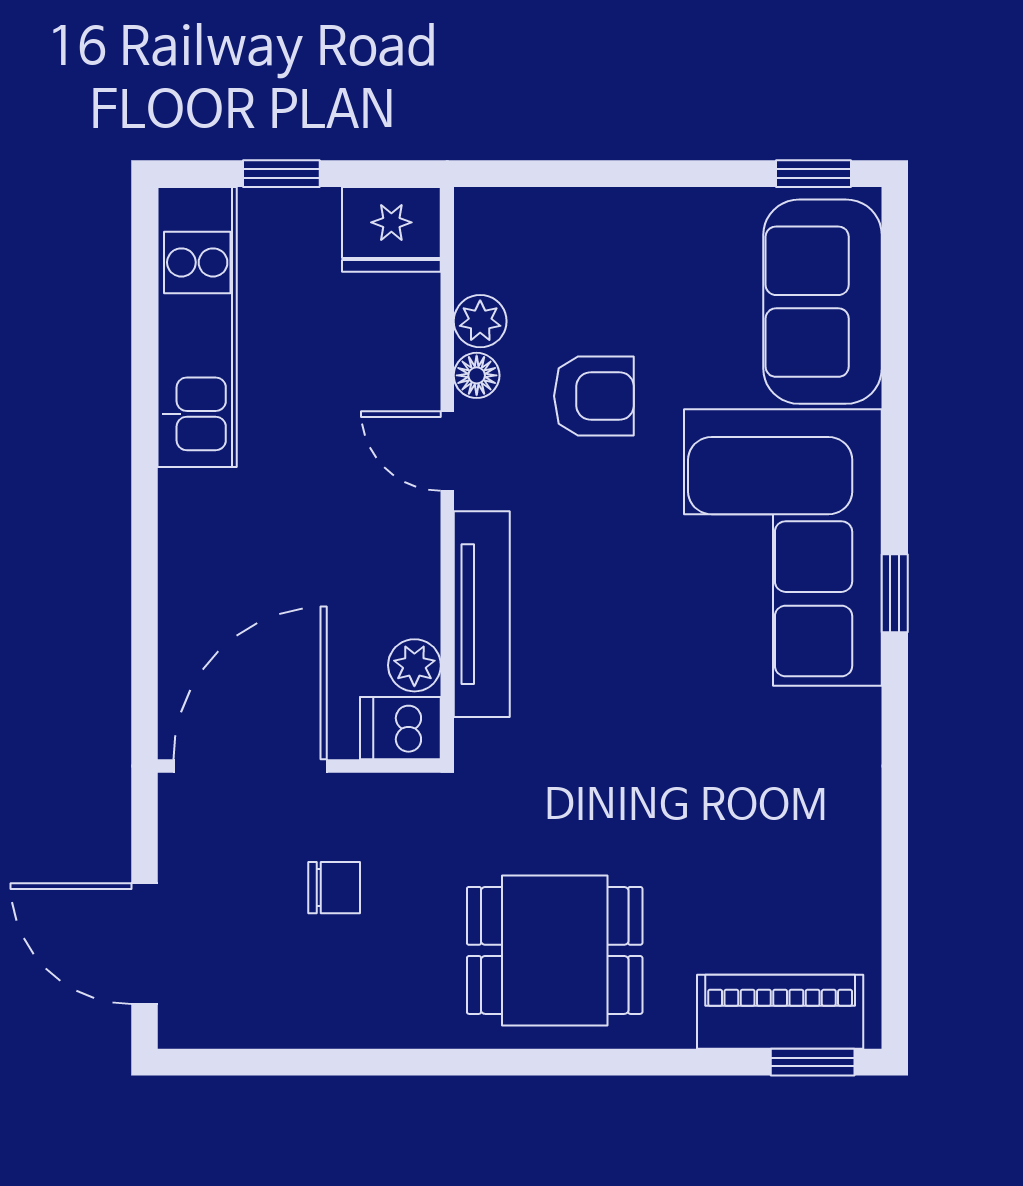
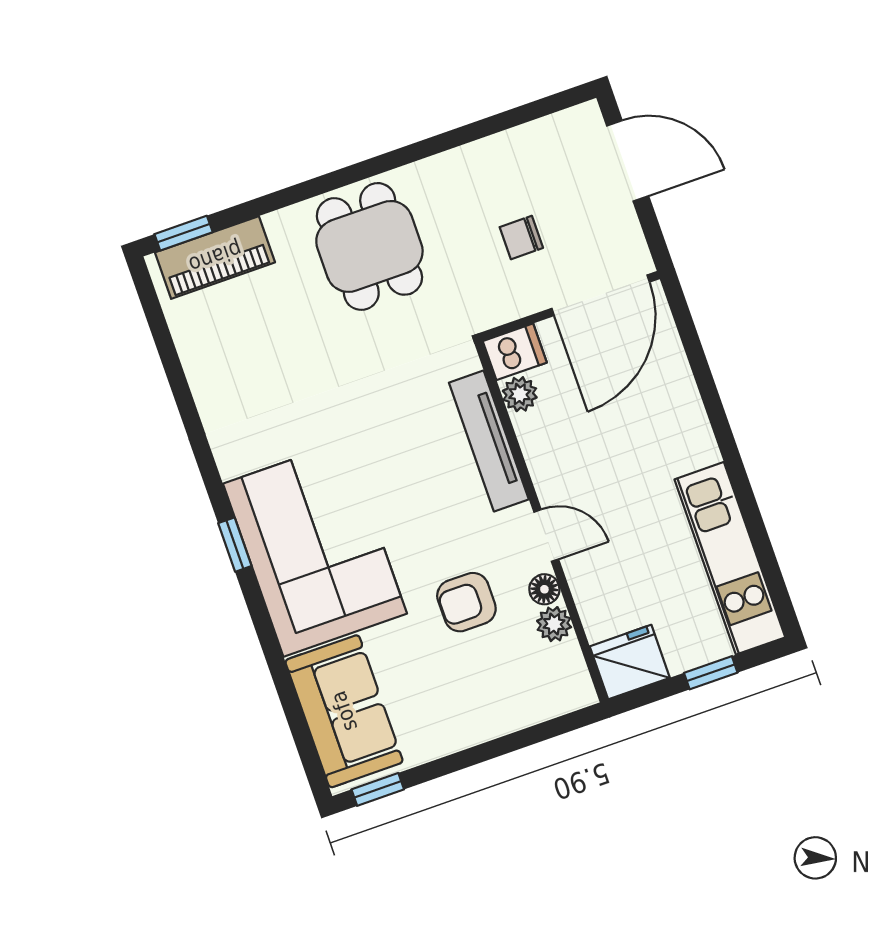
dining table: (555, 950) -> (369, 246), turned 90

